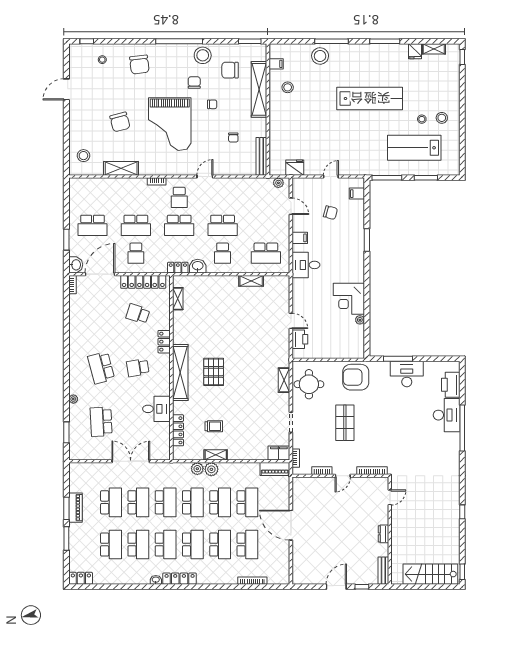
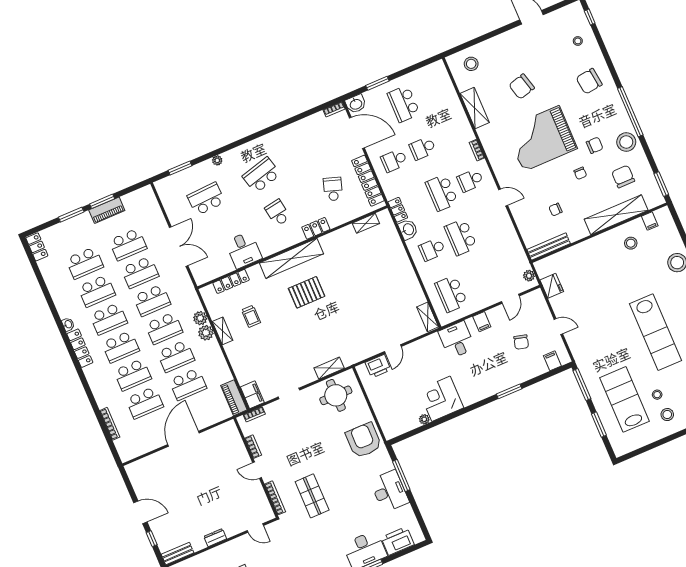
school desk: (136, 225) -> (423, 148), width x0.54
shelving: (251, 281) -> (428, 317), moved
shop shelf: (345, 423) -> (312, 496), moved, turned 90

